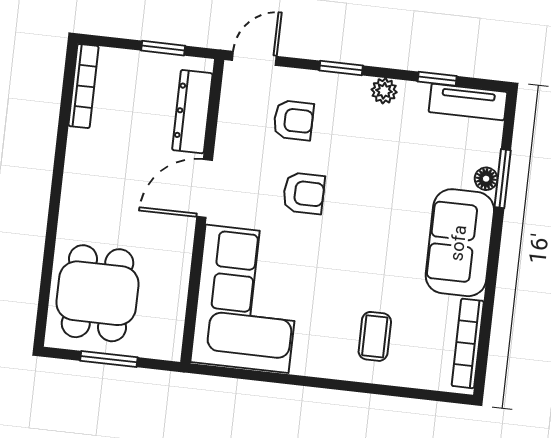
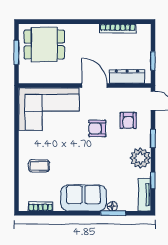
bookcase: (84, 86) -> (118, 28), moved
plant: (384, 91) -> (140, 158), width x1.88, depth x1.88
armchair: (304, 193) -> (97, 128), turned 90
bookcase: (468, 343) -> (41, 206), width x0.64

